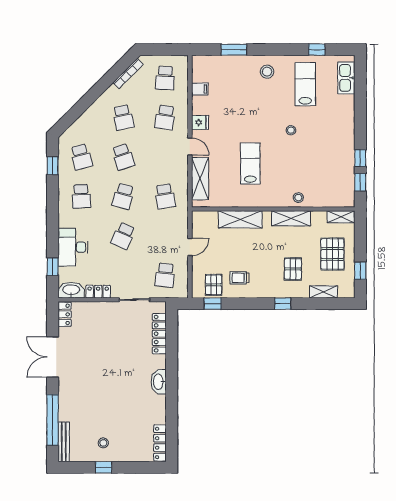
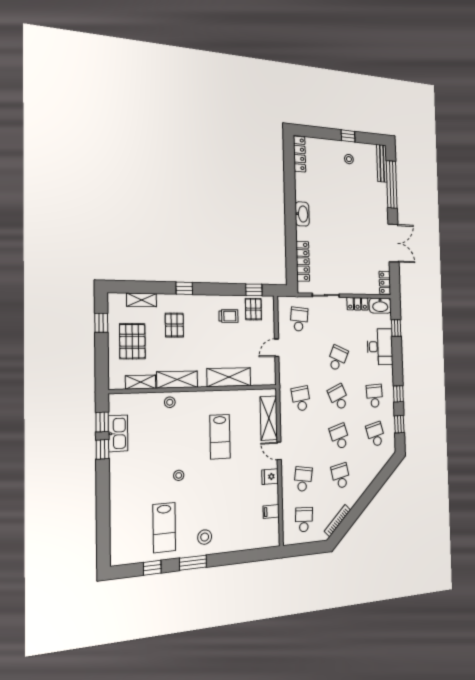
window: (234, 50) -> (193, 563), moved
kitchen sink: (346, 78) -> (118, 433), moved
school desk: (123, 196) -> (339, 397), turned -39
window: (53, 198) -> (398, 394), added
shelving: (341, 217) -> (141, 382), moved

